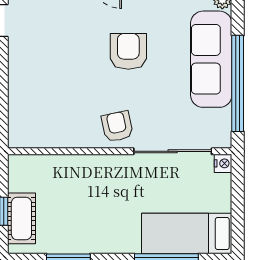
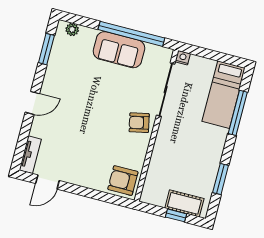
armchair: (128, 51) -> (123, 181), moved
sofa: (211, 59) -> (119, 50), width x0.73

